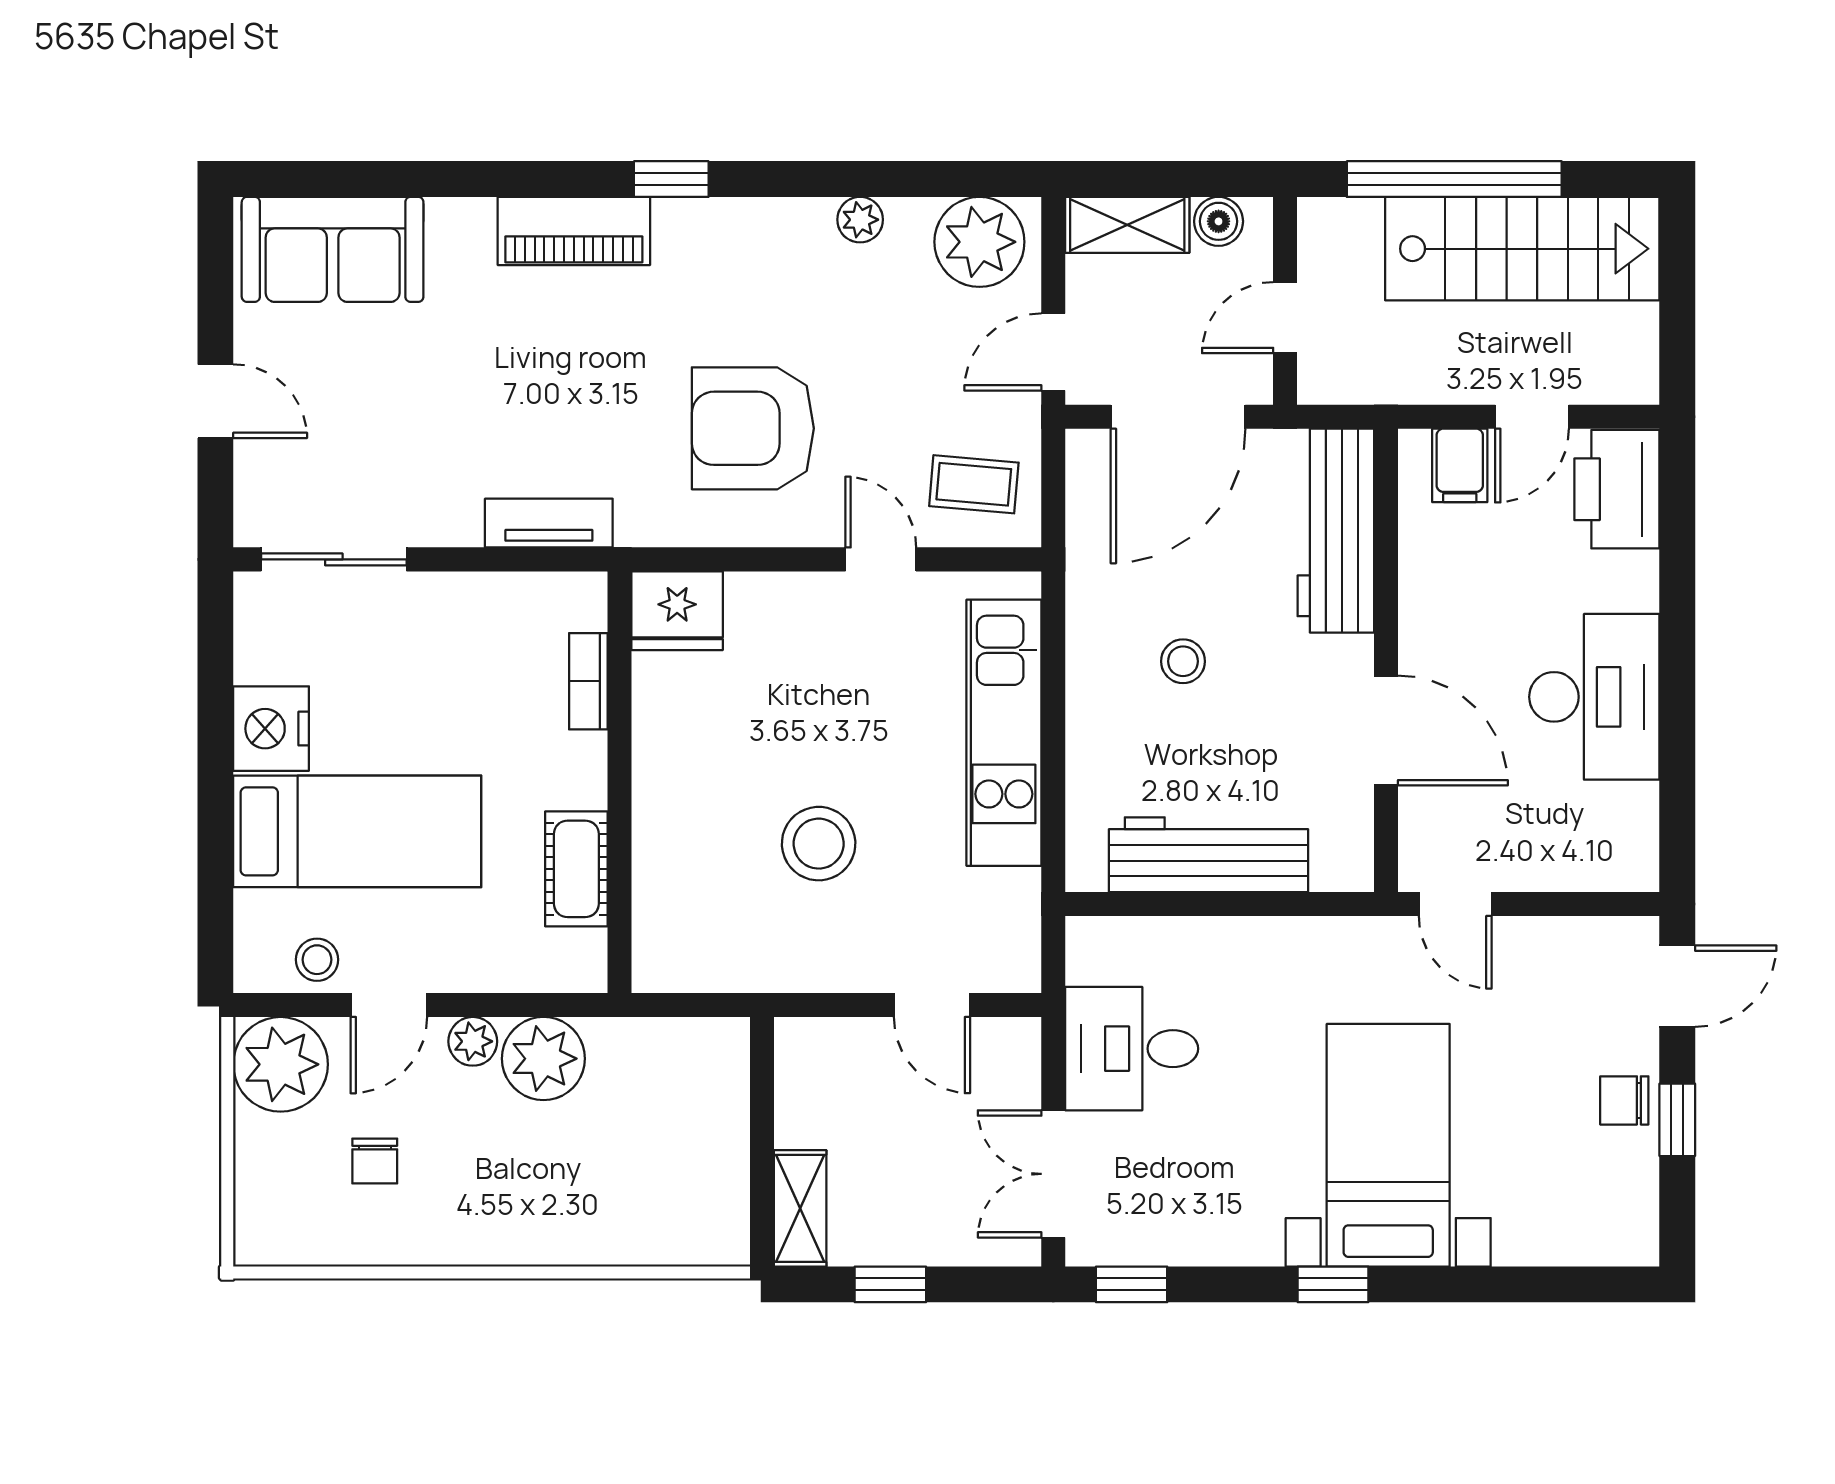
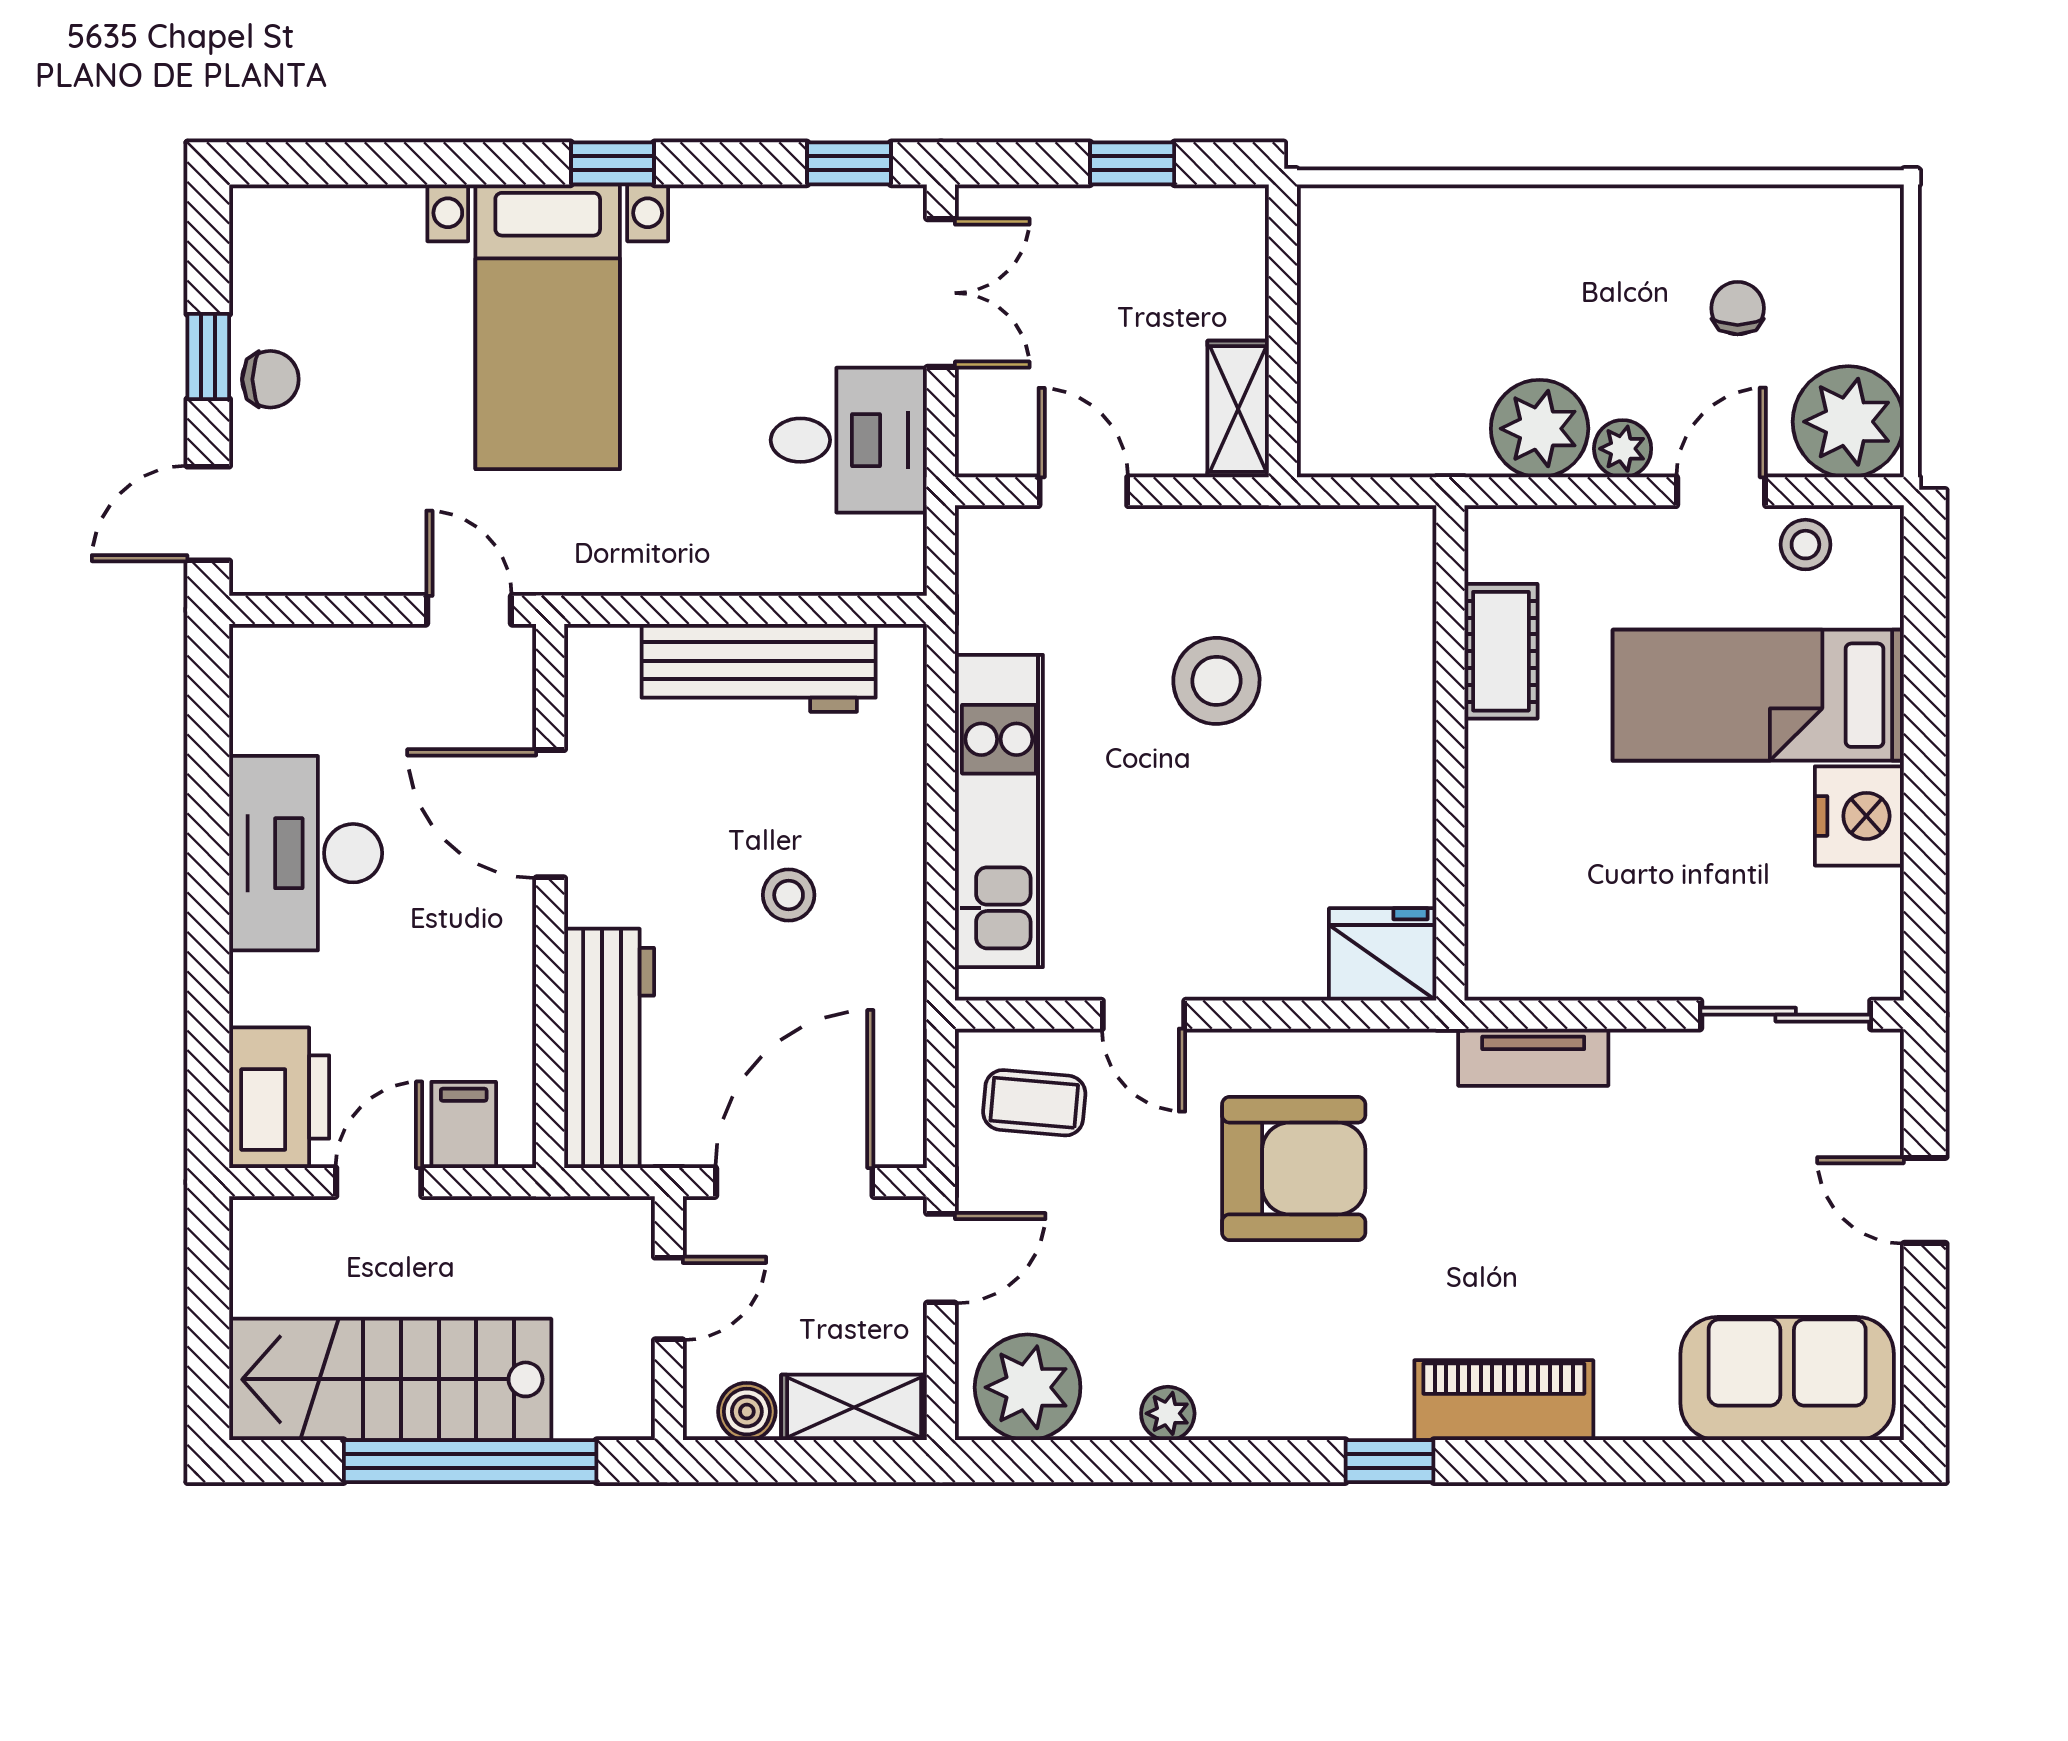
bookcase: (588, 681) -> (1487, 871), removed
shelving: (800, 1208) -> (1238, 409), moved

